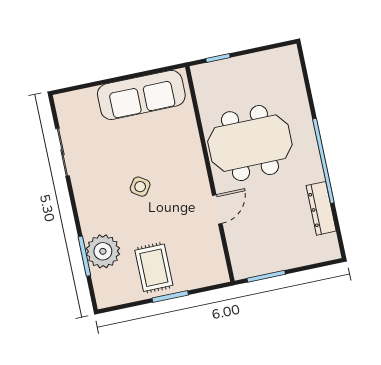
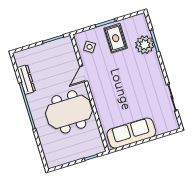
side table: (140, 187) -> (90, 47), moved

